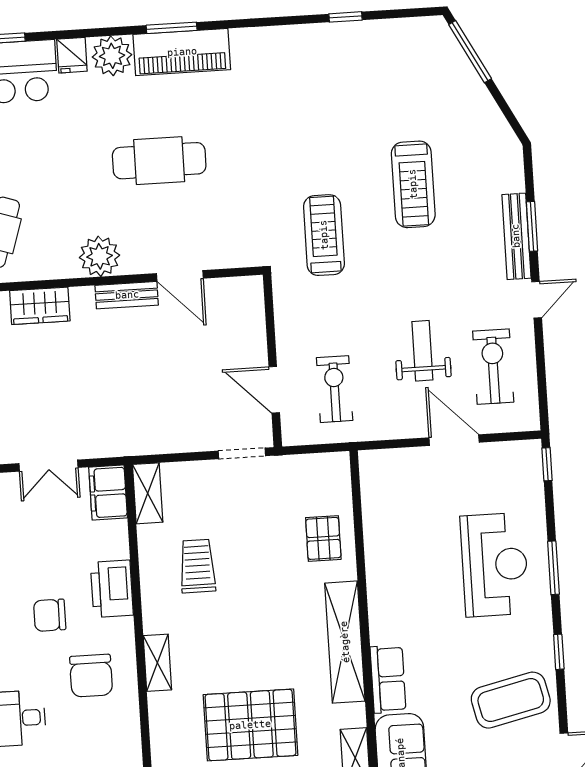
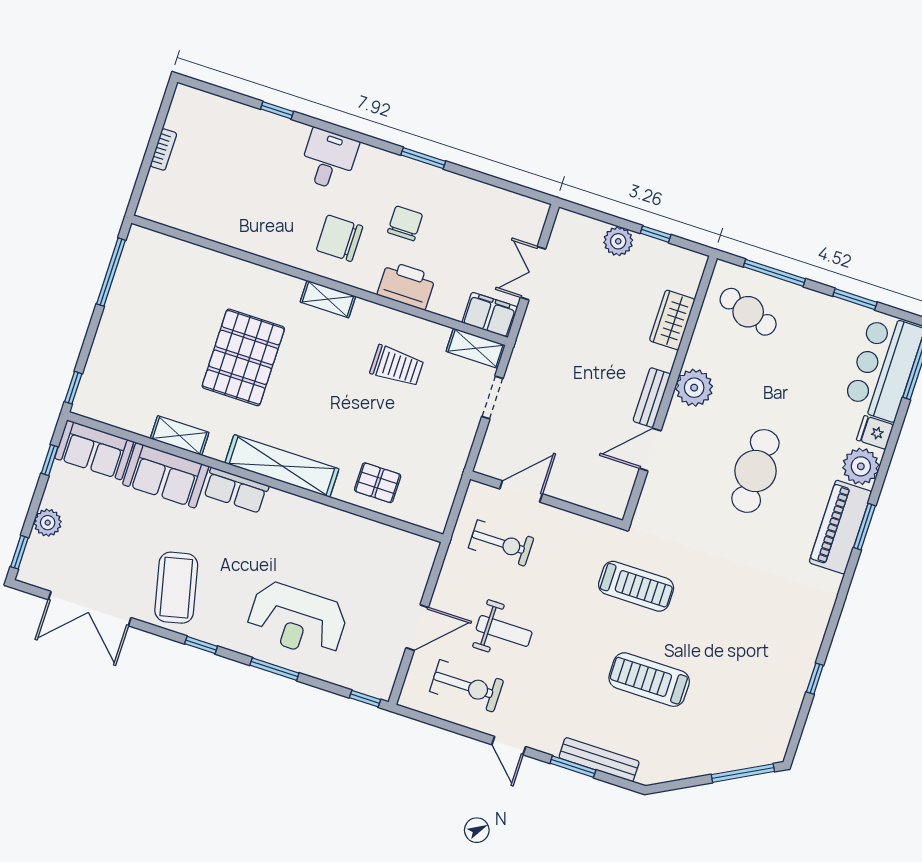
bench: (516, 236) -> (599, 760), moved
doorway: (242, 453) -> (492, 398), moved

